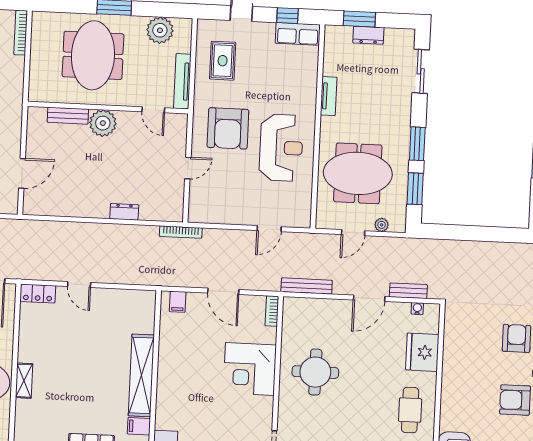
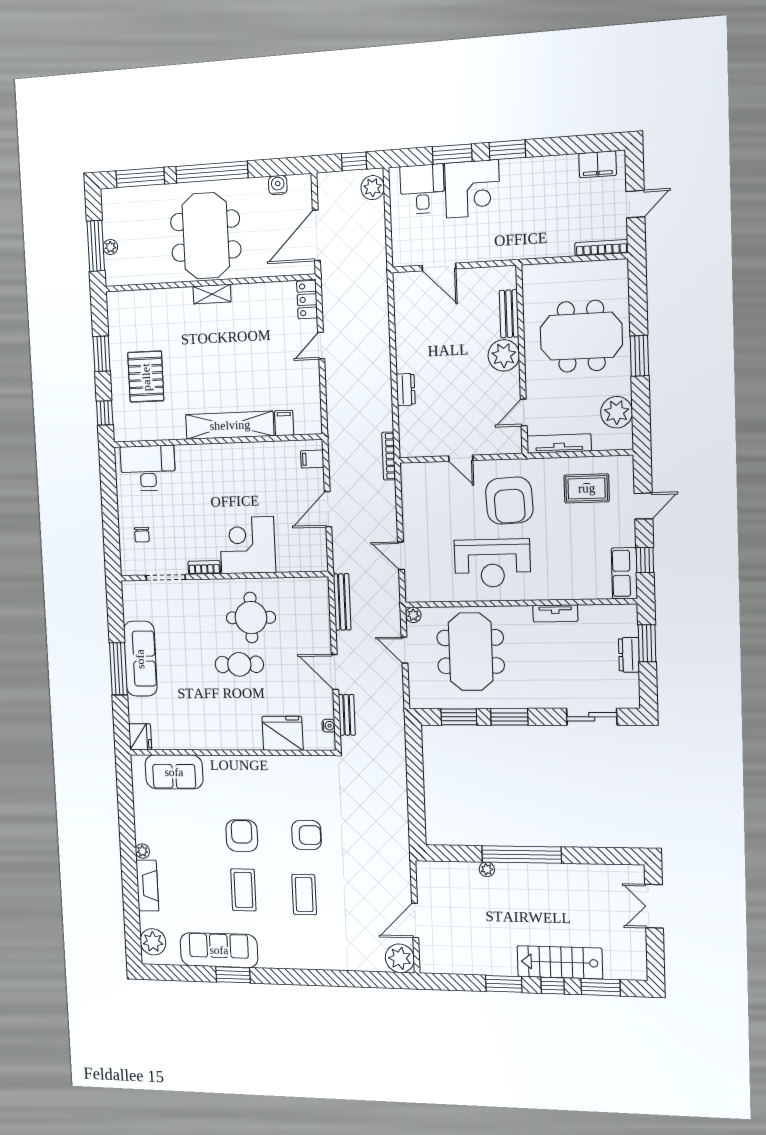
armchair: (228, 128) -> (509, 501), turned -93
plant: (382, 225) -> (413, 615), moved
bookcase: (272, 311) -> (204, 567), moved
cafe table: (410, 410) -> (239, 664), moved
filing cabinet: (139, 426) -> (284, 423), moved

